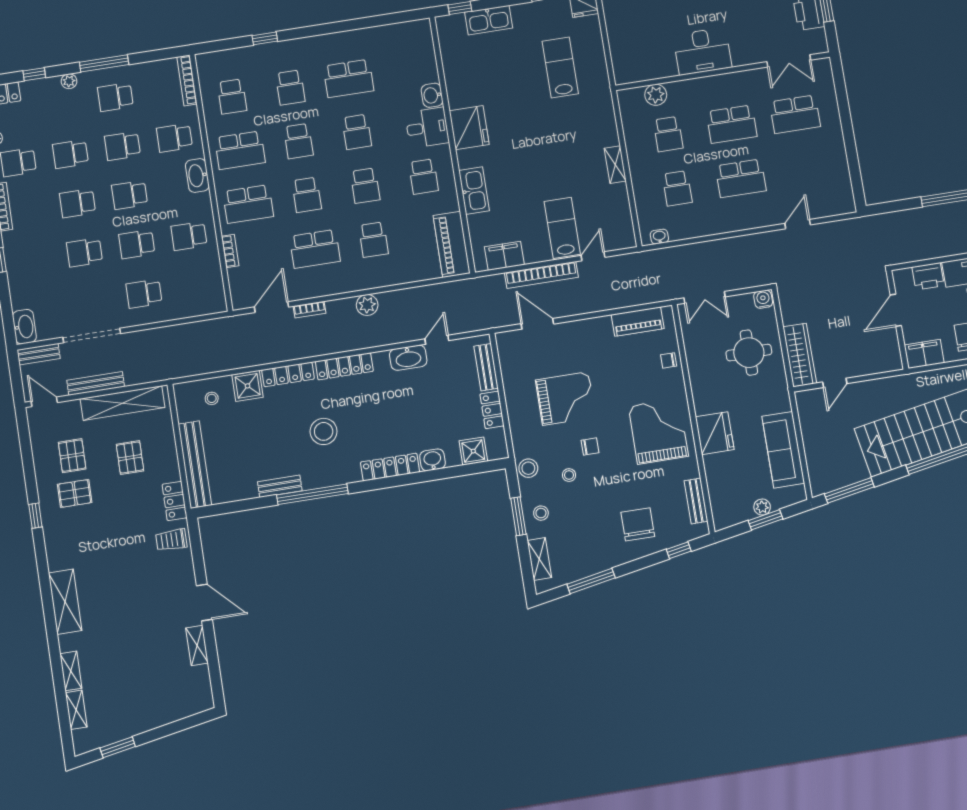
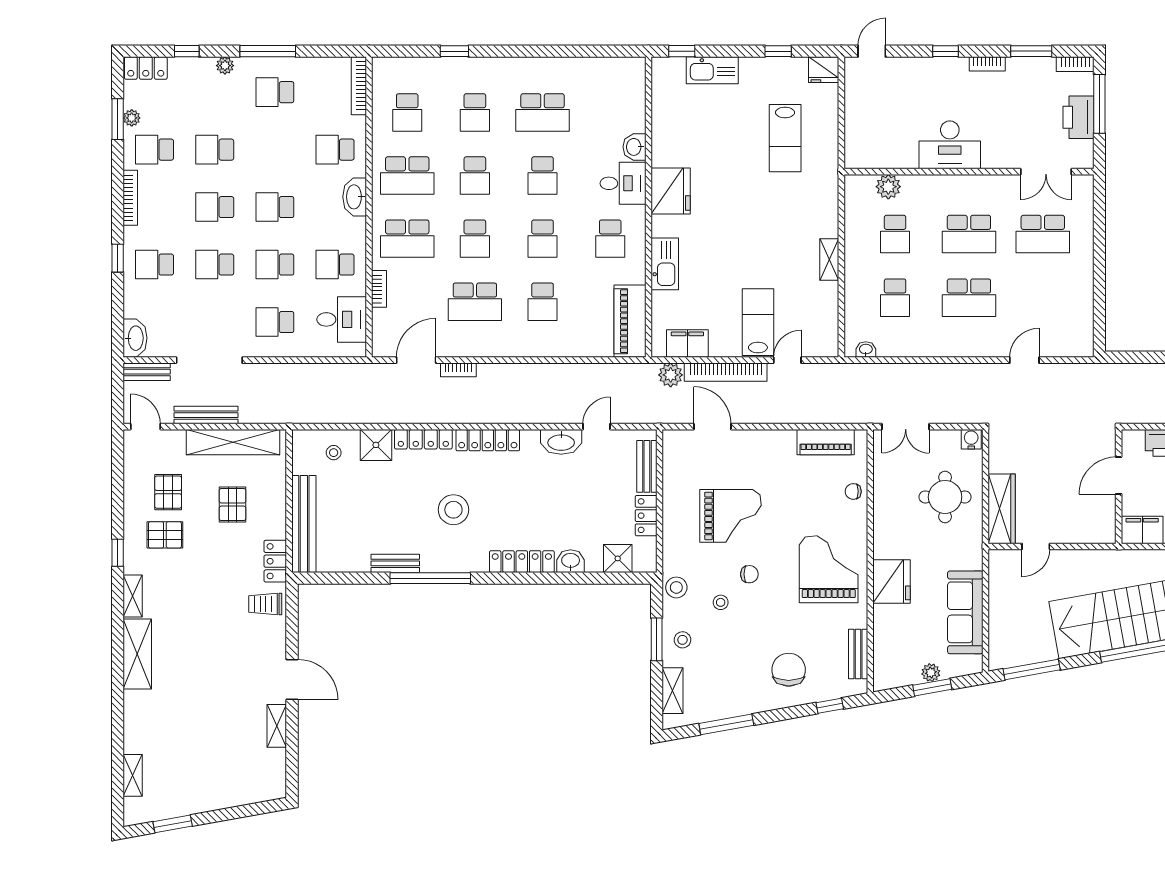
lab bench: (560, 68) -> (785, 138), turned 180
school desk: (122, 146) -> (155, 265), moved
desk: (202, 282) -> (342, 319), added
plant: (367, 305) -> (671, 375), moved
shelving: (71, 671) -> (133, 596), moved

